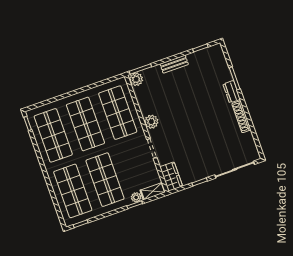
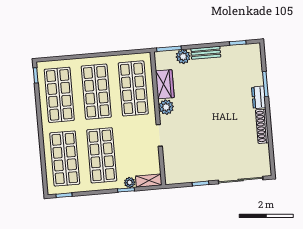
plant: (136, 79) -> (183, 57), moved
wardrobe: (171, 176) -> (165, 84), moved

